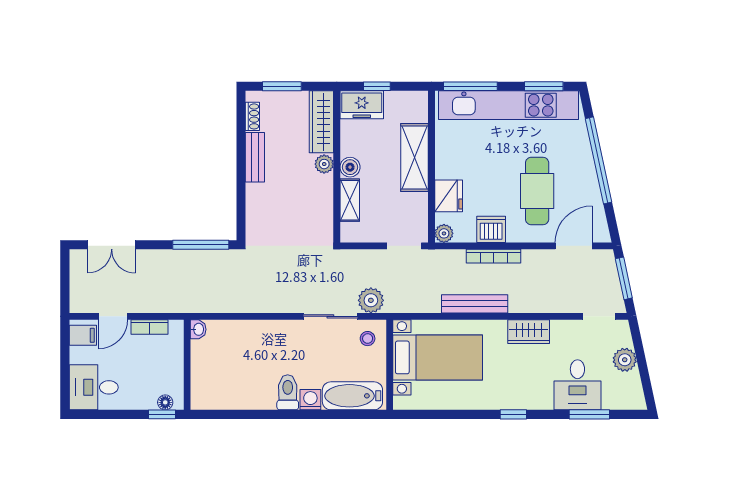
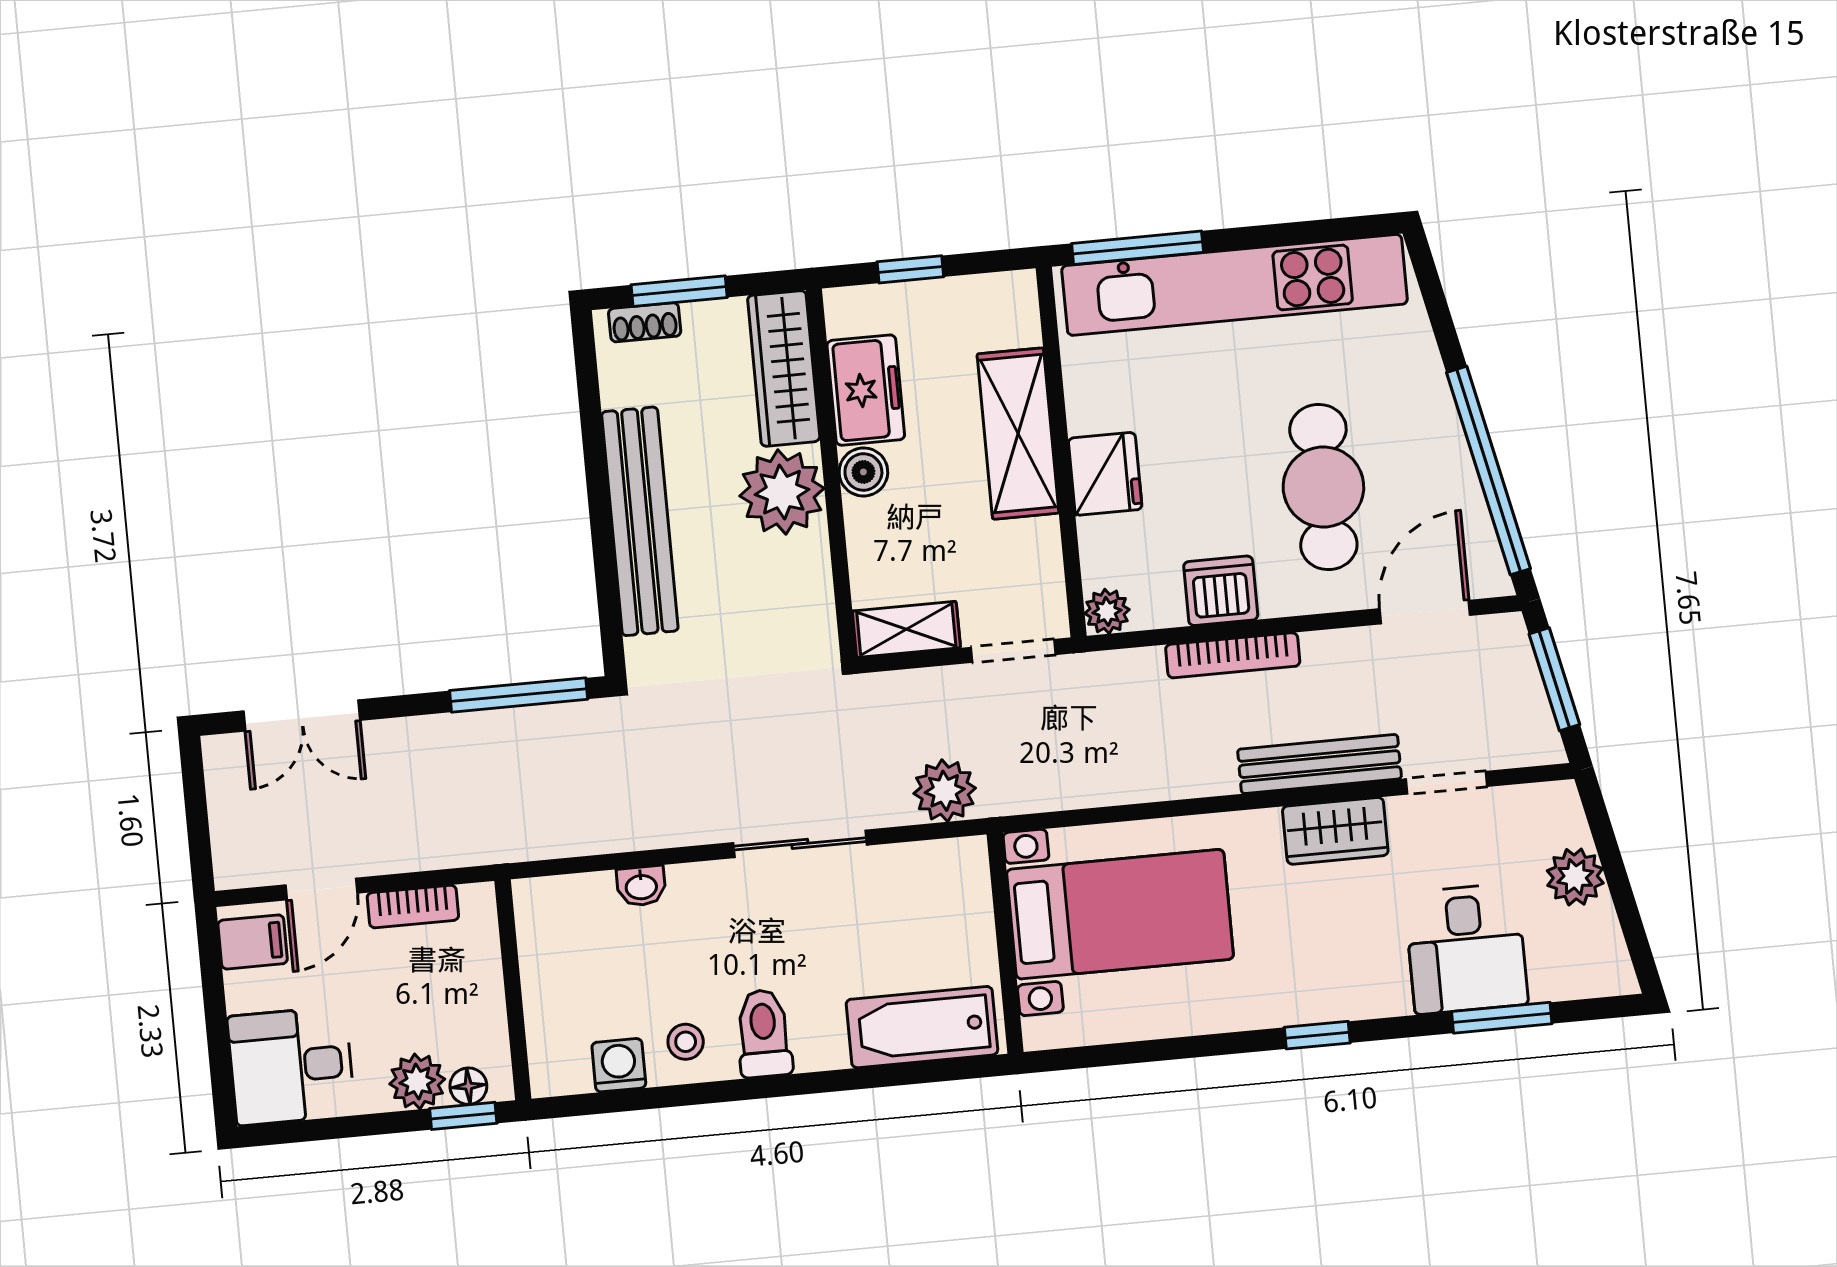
window: (544, 86) -> (1316, 231), removed
freezer: (362, 105) -> (866, 390), moved, turned -90
shoe rack: (252, 116) -> (645, 322), moved, turned 90
bench: (255, 157) -> (640, 521), width x1.86, depth x1.21
window: (599, 160) -> (1489, 471), moved
plant: (324, 164) -> (782, 492), width x1.88, depth x1.88
fridge: (449, 196) -> (1105, 474), moved
shelving: (350, 200) -> (906, 629), moved, turned 90
bench: (475, 304) -> (1320, 764), moved
sliding door: (330, 316) -> (800, 844), moved
doorway: (599, 316) -> (1447, 783), moved
washbasin: (198, 329) -> (641, 886), moved, turned 90
stool: (368, 339) -> (686, 1042), moved
plant: (145, 399) -> (417, 1082), added
washing machine: (310, 400) -> (619, 1065), moved

